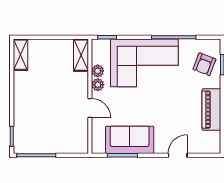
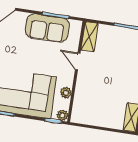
shelving: (81, 55) -> (90, 37), moved
plant: (98, 85) -> (62, 115), moved

